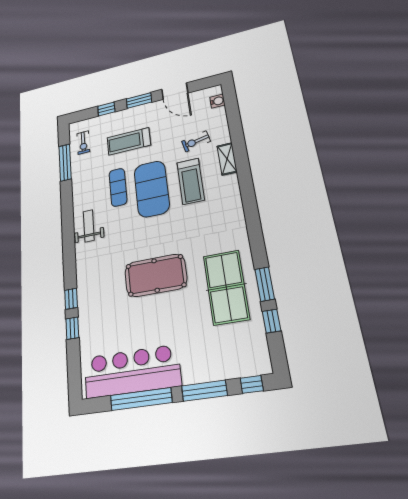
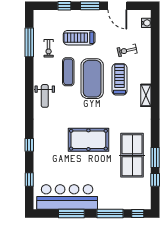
exercise bike: (83, 143) -> (49, 48), moved
shelving: (227, 159) -> (146, 95), moved
treadmill: (191, 181) -> (120, 79), turned 180
weight bench: (89, 226) -> (45, 96), turned 180
window: (72, 328) -> (29, 180), moved
window: (141, 399) -> (71, 214), width x0.68

